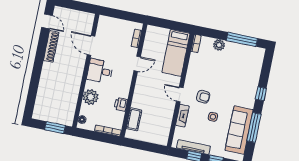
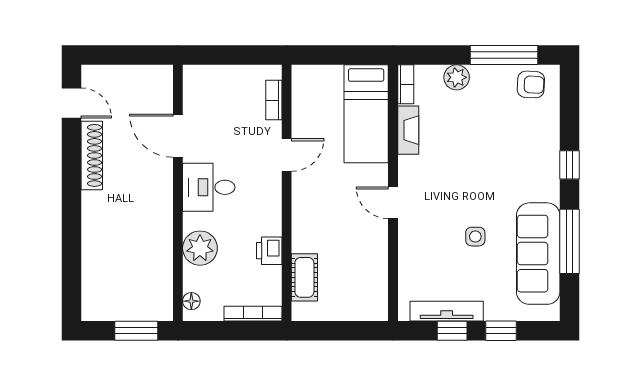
armchair: (203, 97) -> (531, 84), moved
fireplace: (182, 116) -> (408, 130), moved

